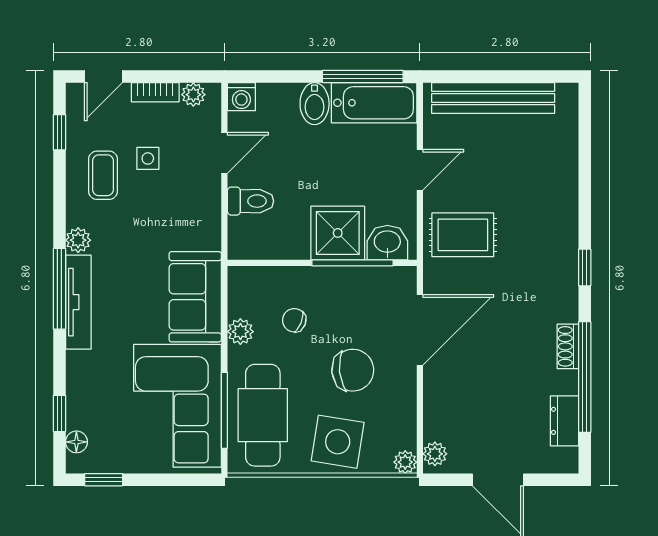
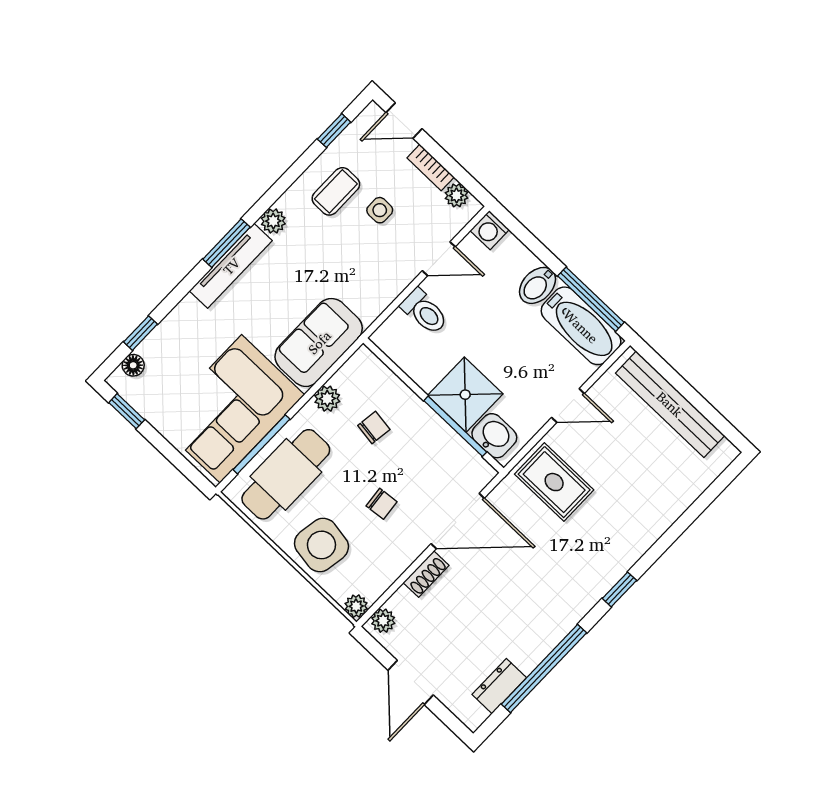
window: (59, 289) -> (226, 243), width x0.69
chair: (294, 320) -> (374, 428), turned 77
shoe rack: (568, 346) -> (426, 574), moved, turned 180
chair: (353, 370) -> (382, 504), width x0.54, depth x0.54

